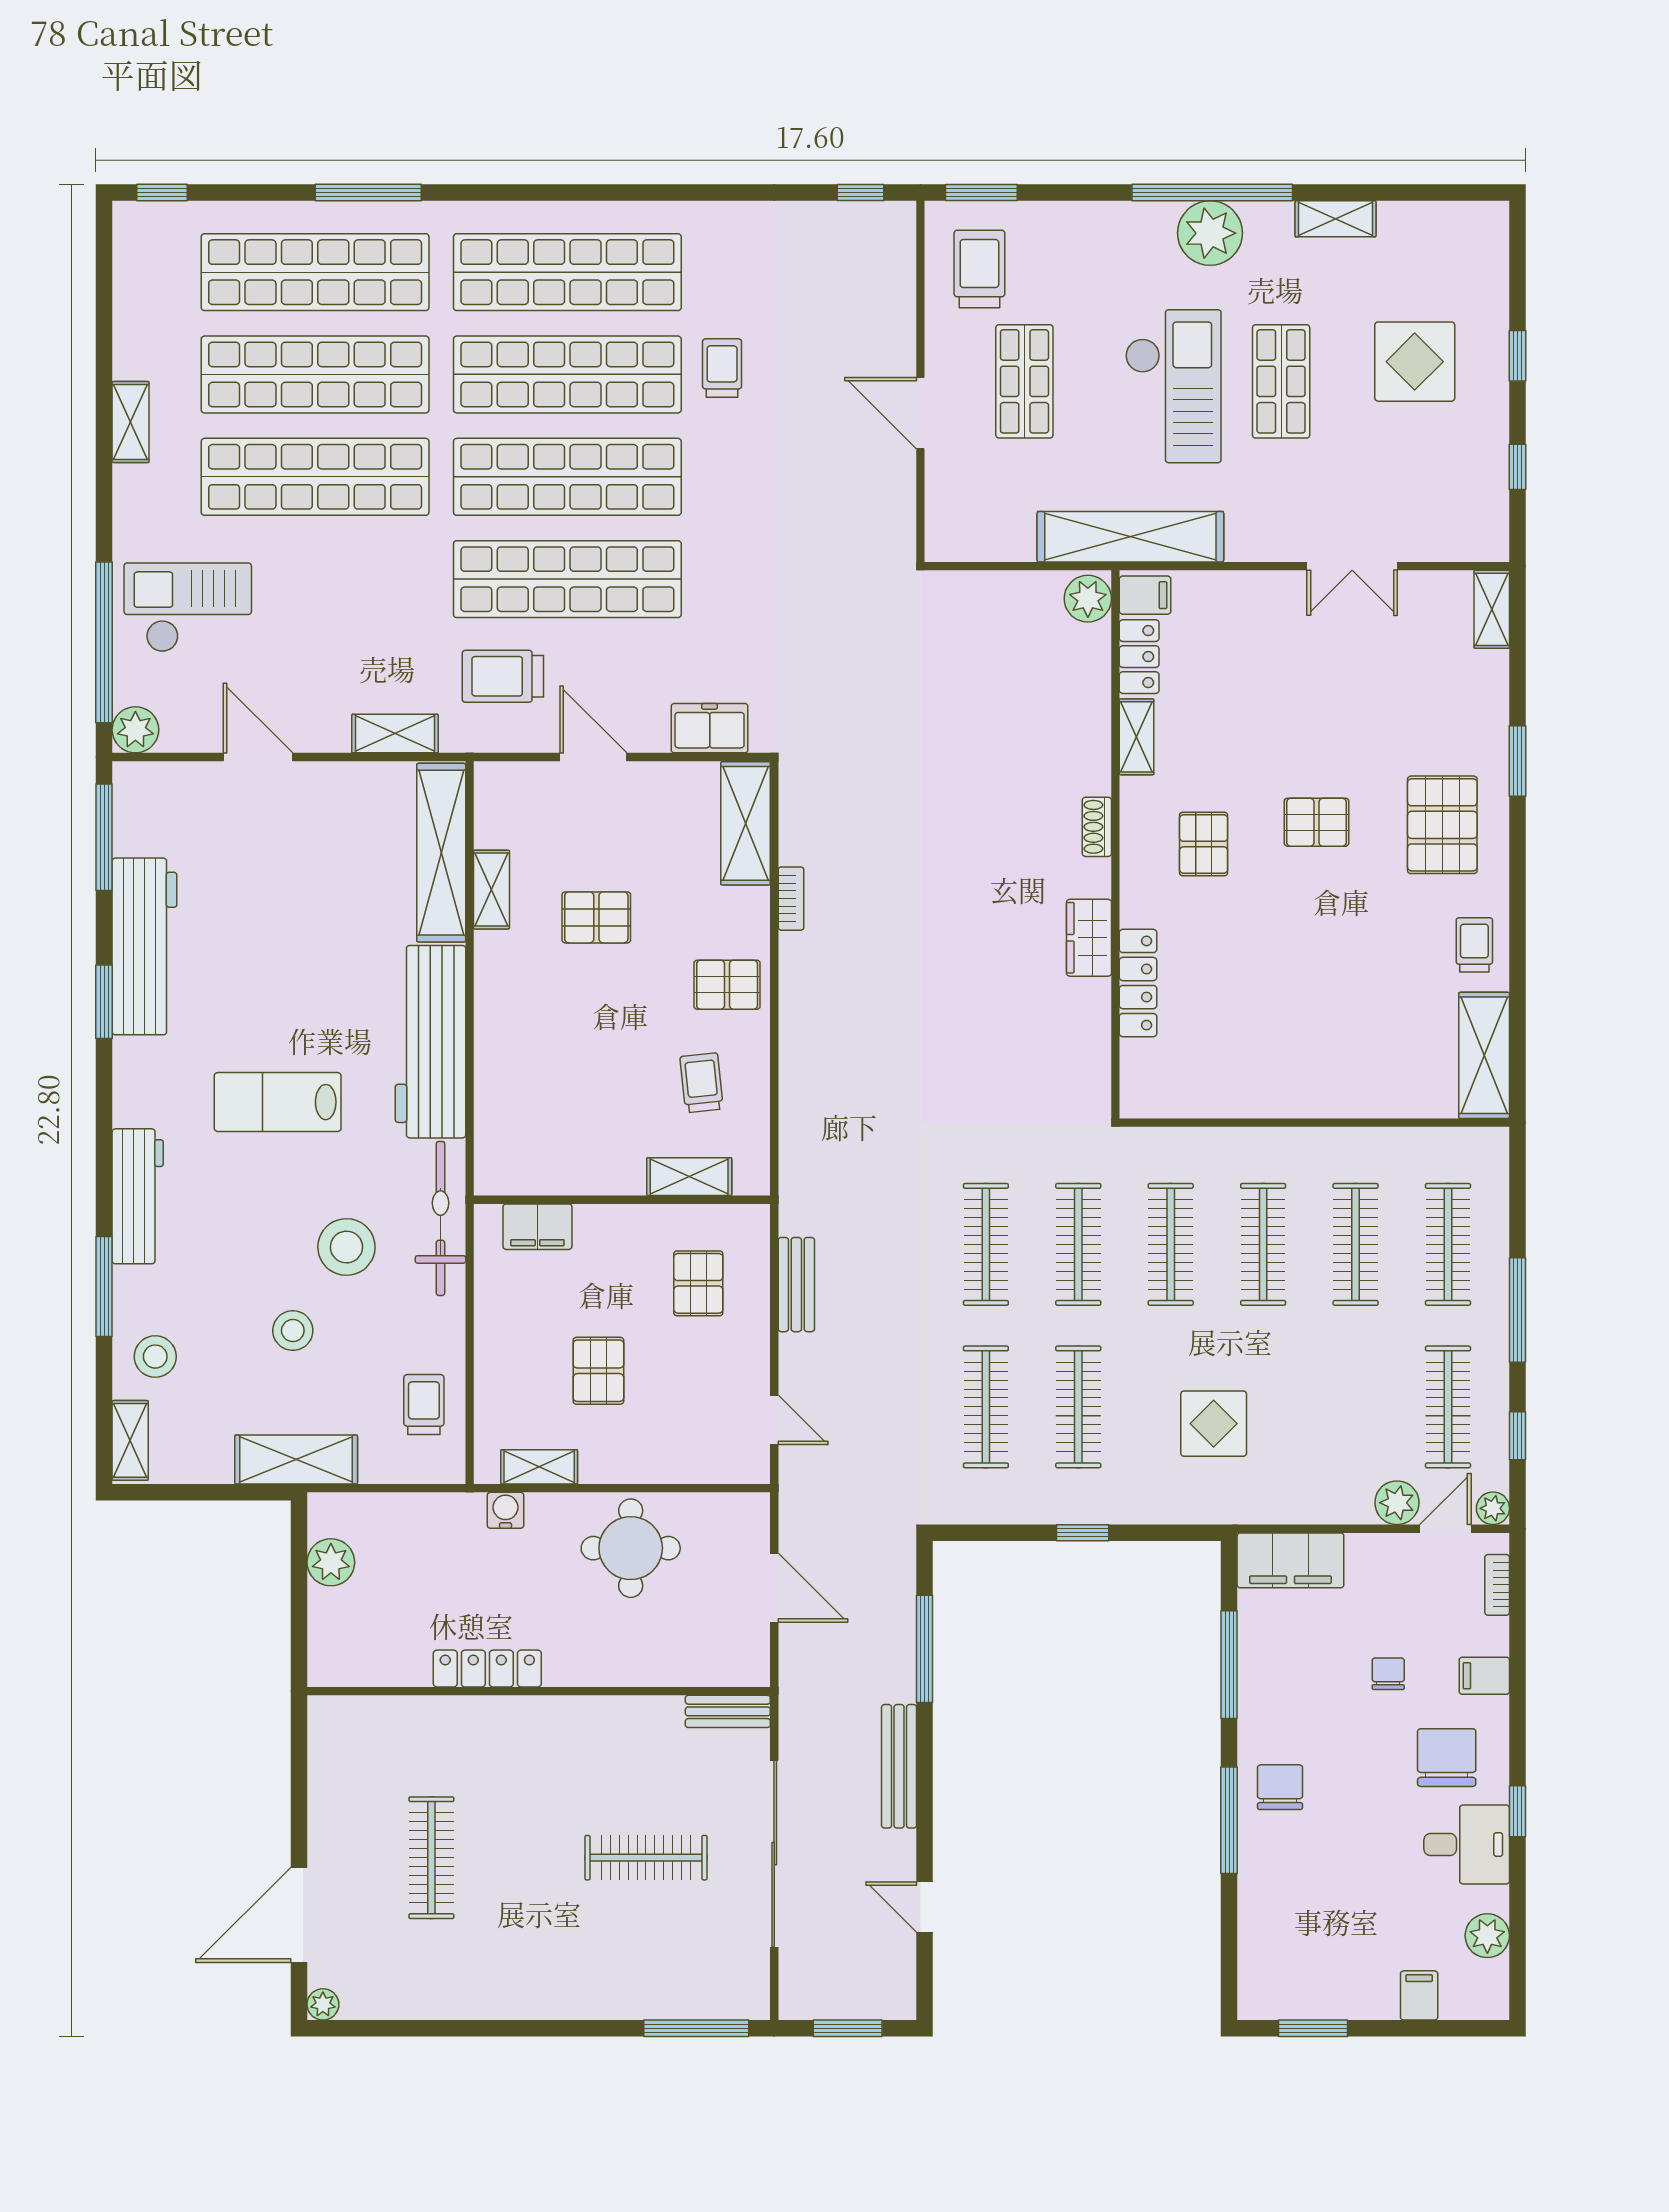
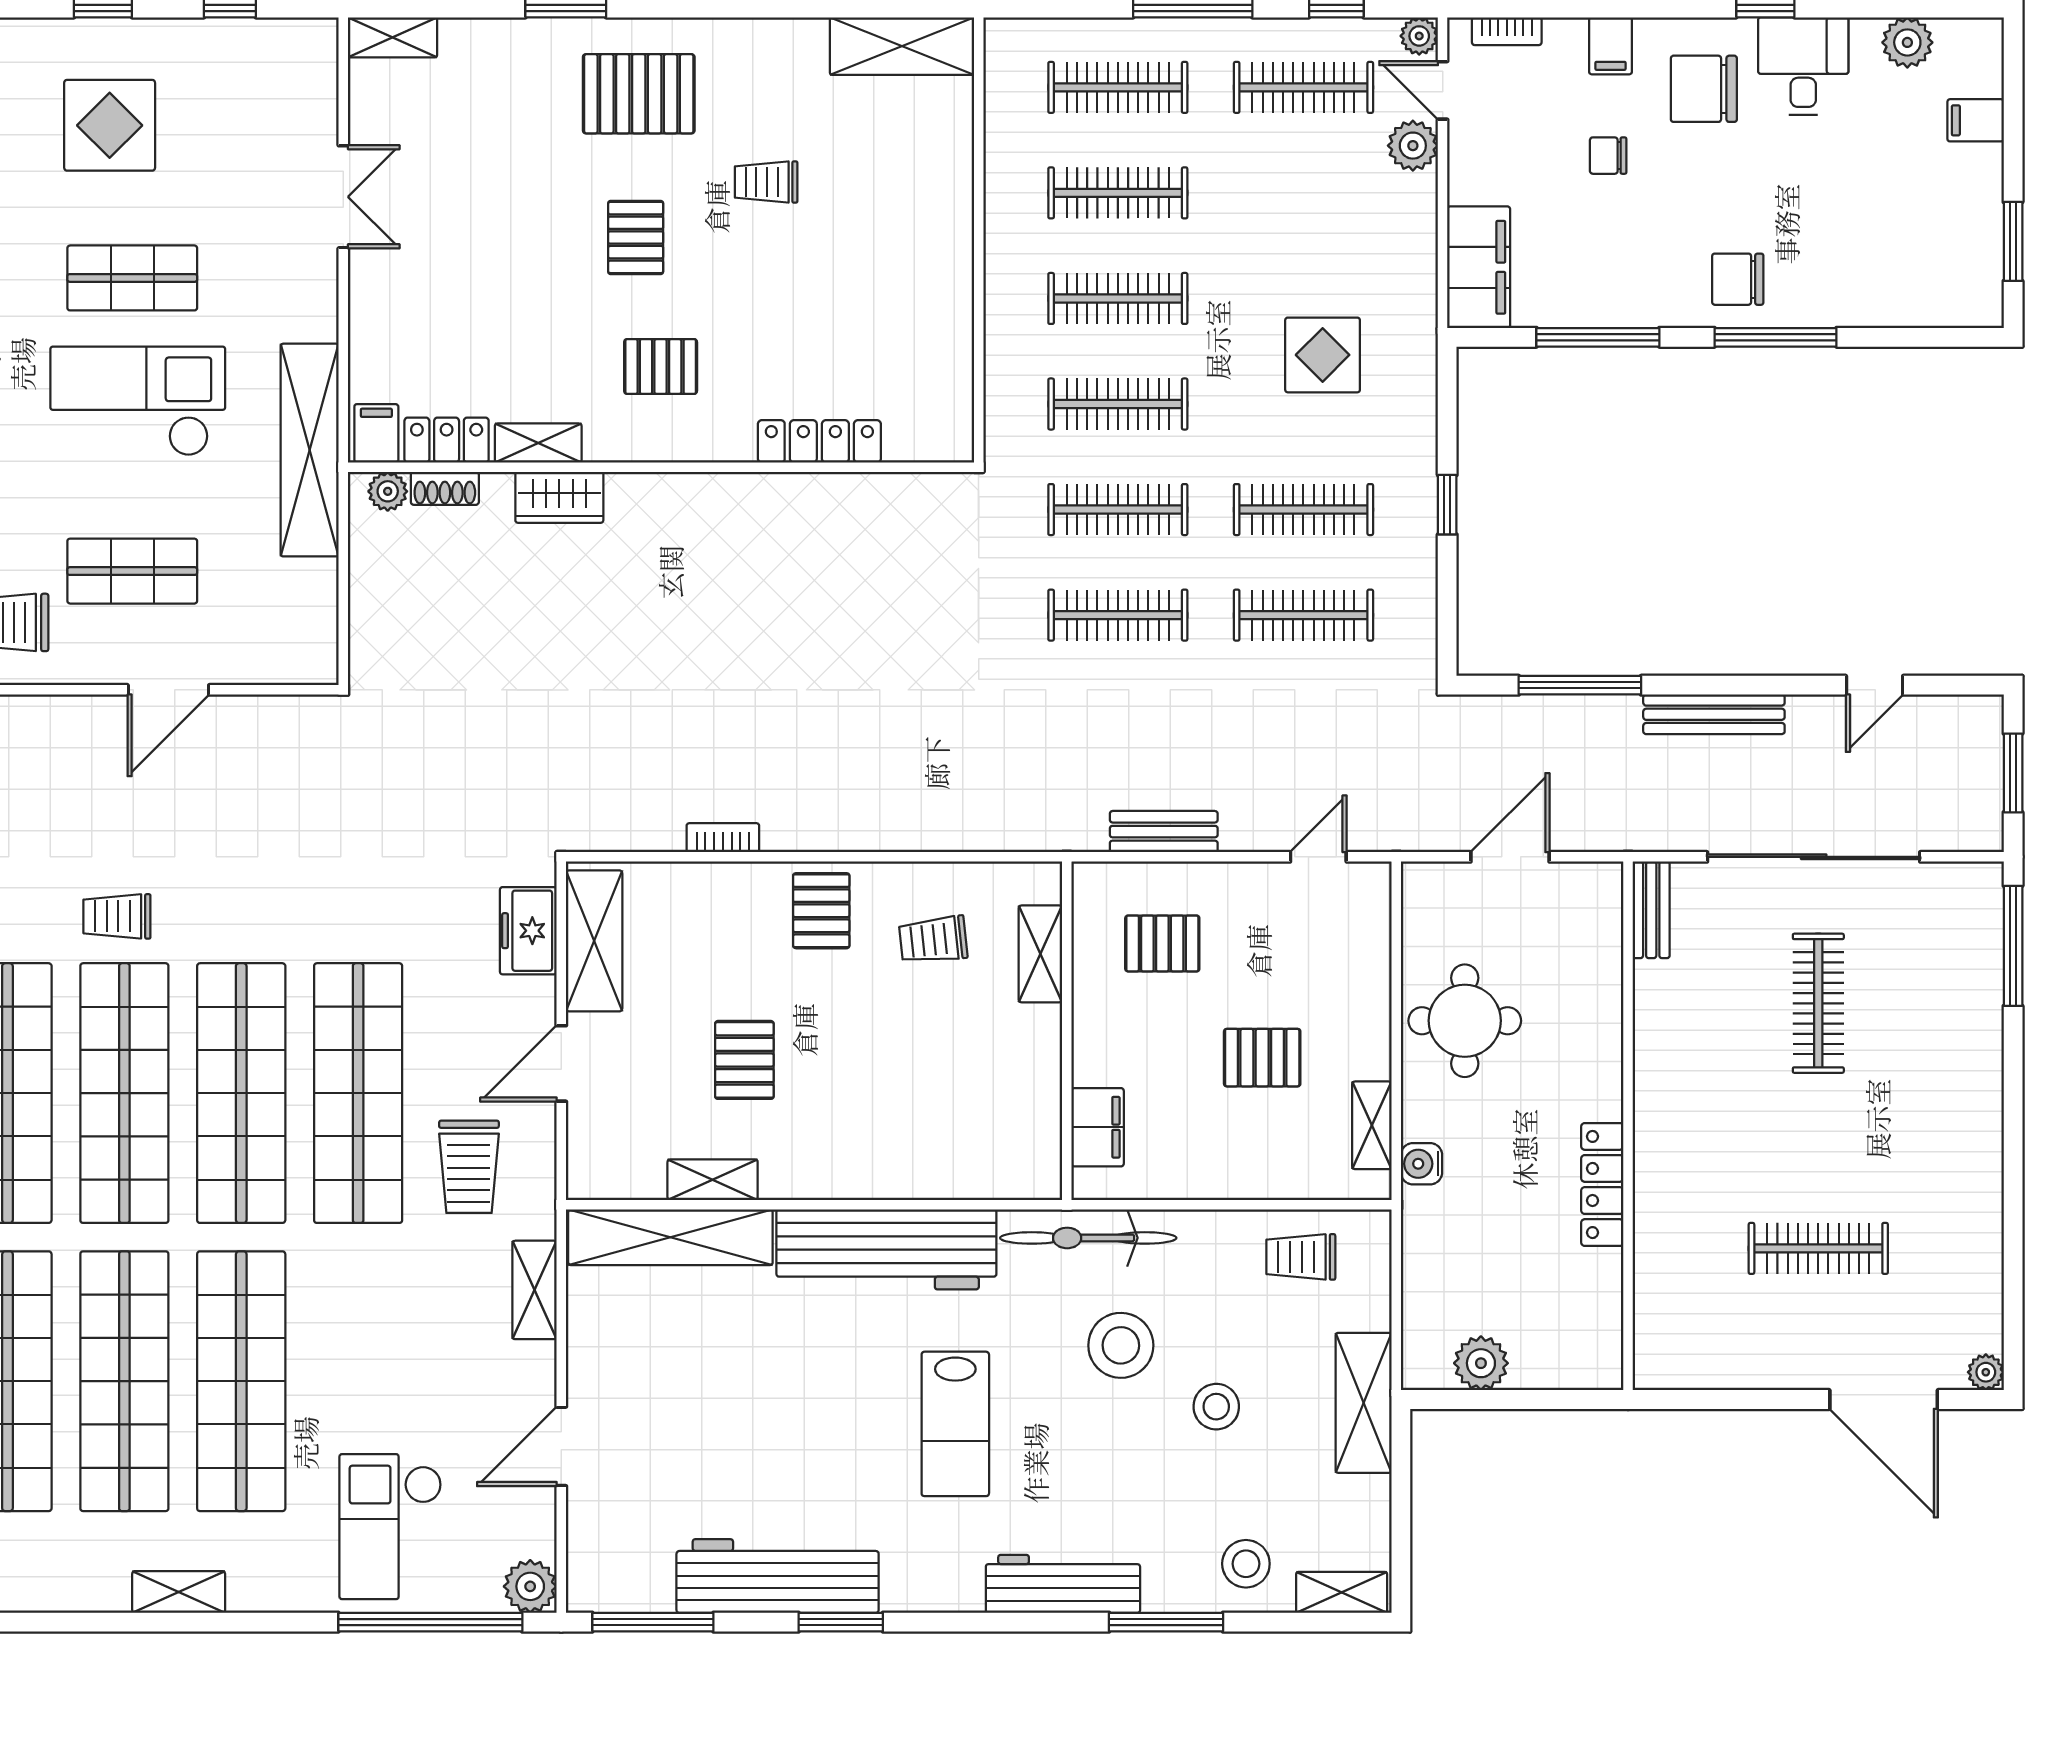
plant: (1088, 599) -> (388, 491), width x0.73, depth x0.73
shelving: (746, 823) -> (594, 941), moved, turned 90
shoe rack: (1097, 827) -> (445, 488), moved
wardrobe: (1089, 938) -> (559, 497), moved
trolley: (1474, 945) -> (766, 182), moved

